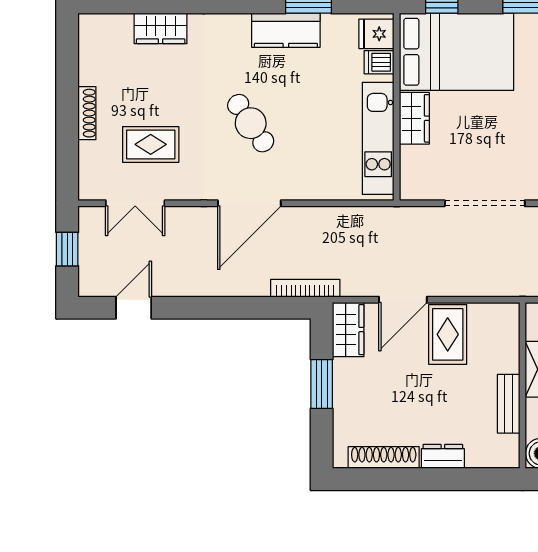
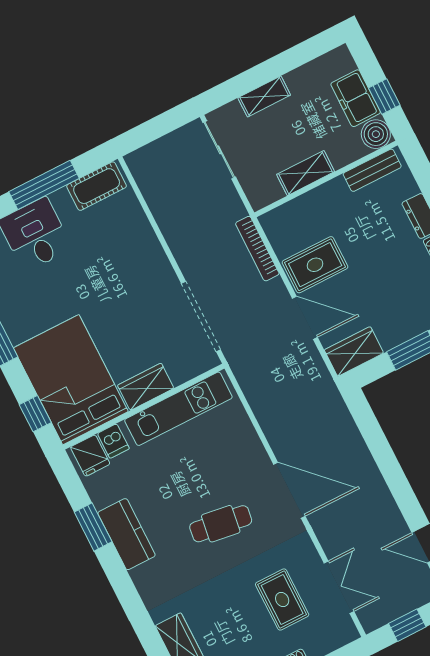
cafe table: (251, 123) -> (221, 524), turned 42
doorway: (485, 203) -> (201, 316), moved
bookcase: (305, 288) -> (257, 249), moved
bench: (509, 404) -> (372, 170), moved

